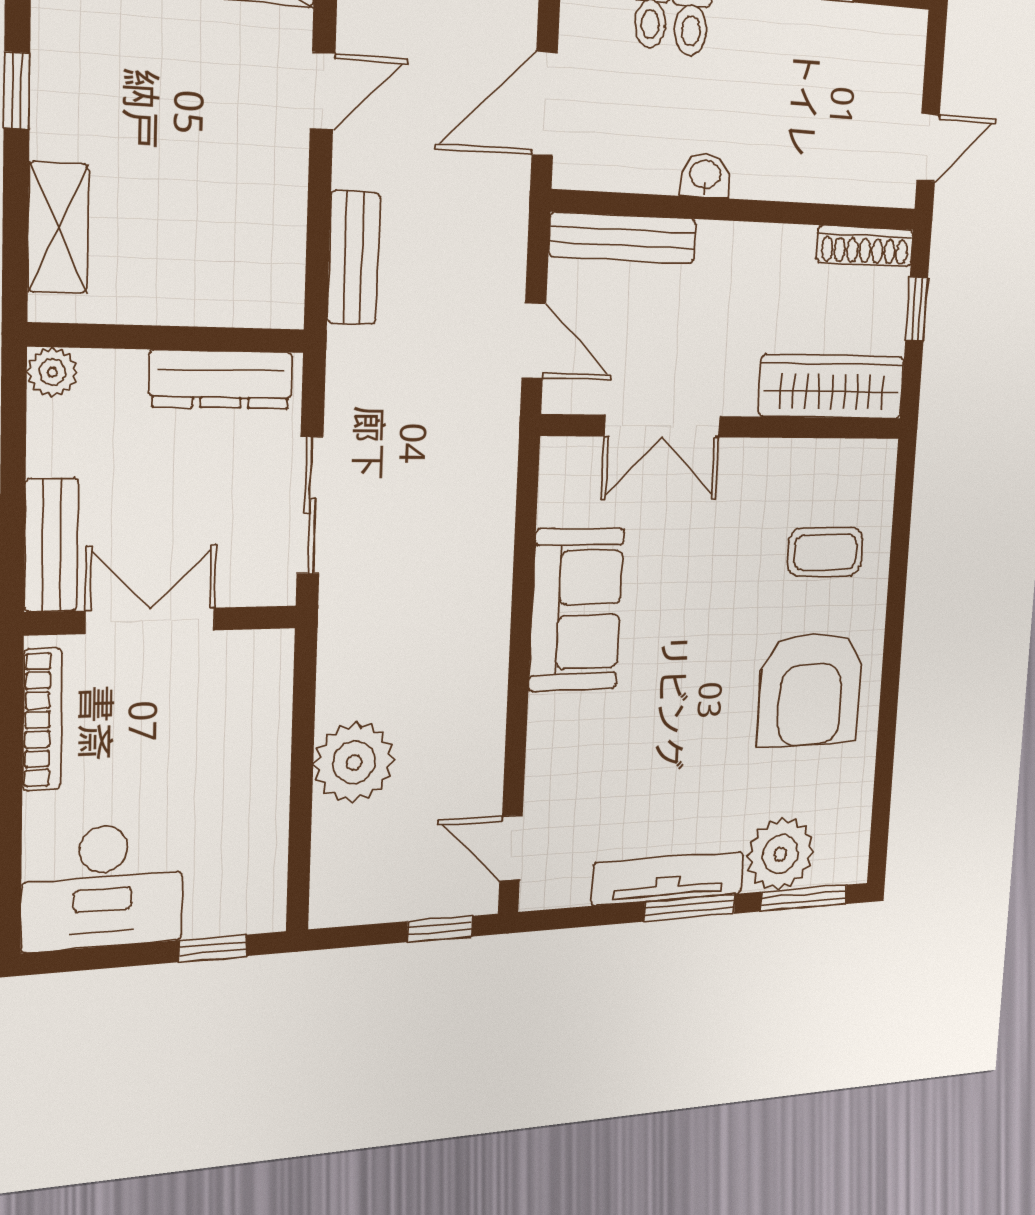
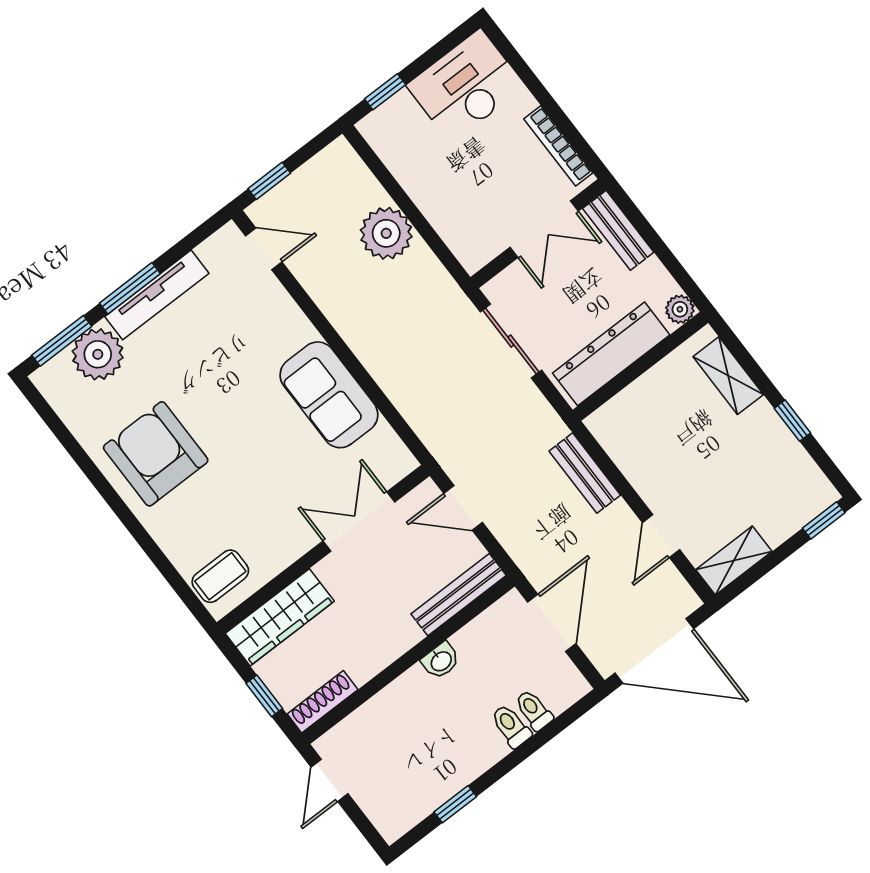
dresser: (221, 379) -> (611, 354), width x1.37, depth x1.24
coffee table: (825, 552) -> (220, 576), moved

